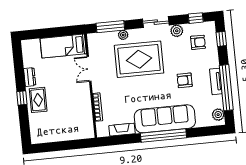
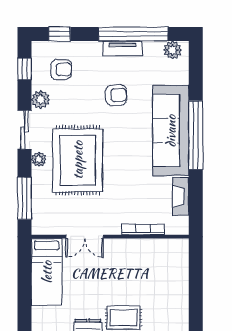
plant: (123, 35) -> (39, 159), moved
armchair: (198, 42) -> (61, 70), turned 90
armchair: (185, 80) -> (116, 95), turned -93

